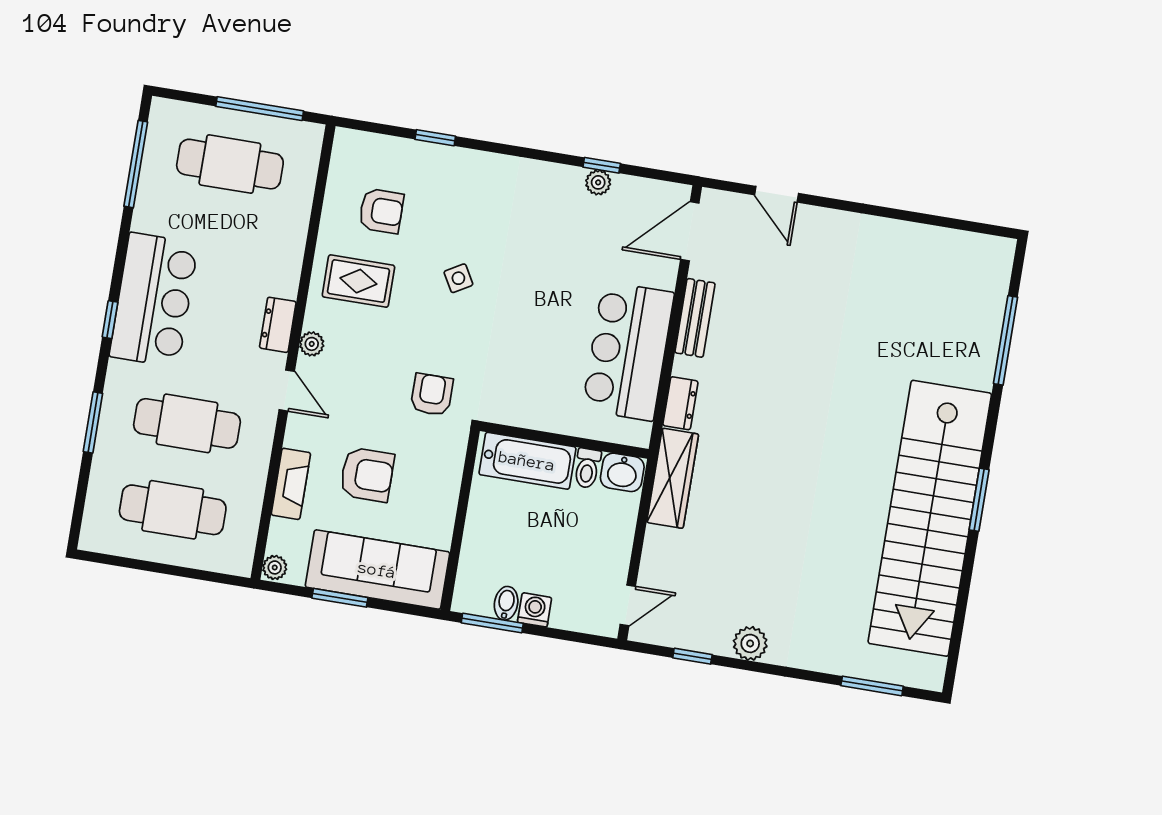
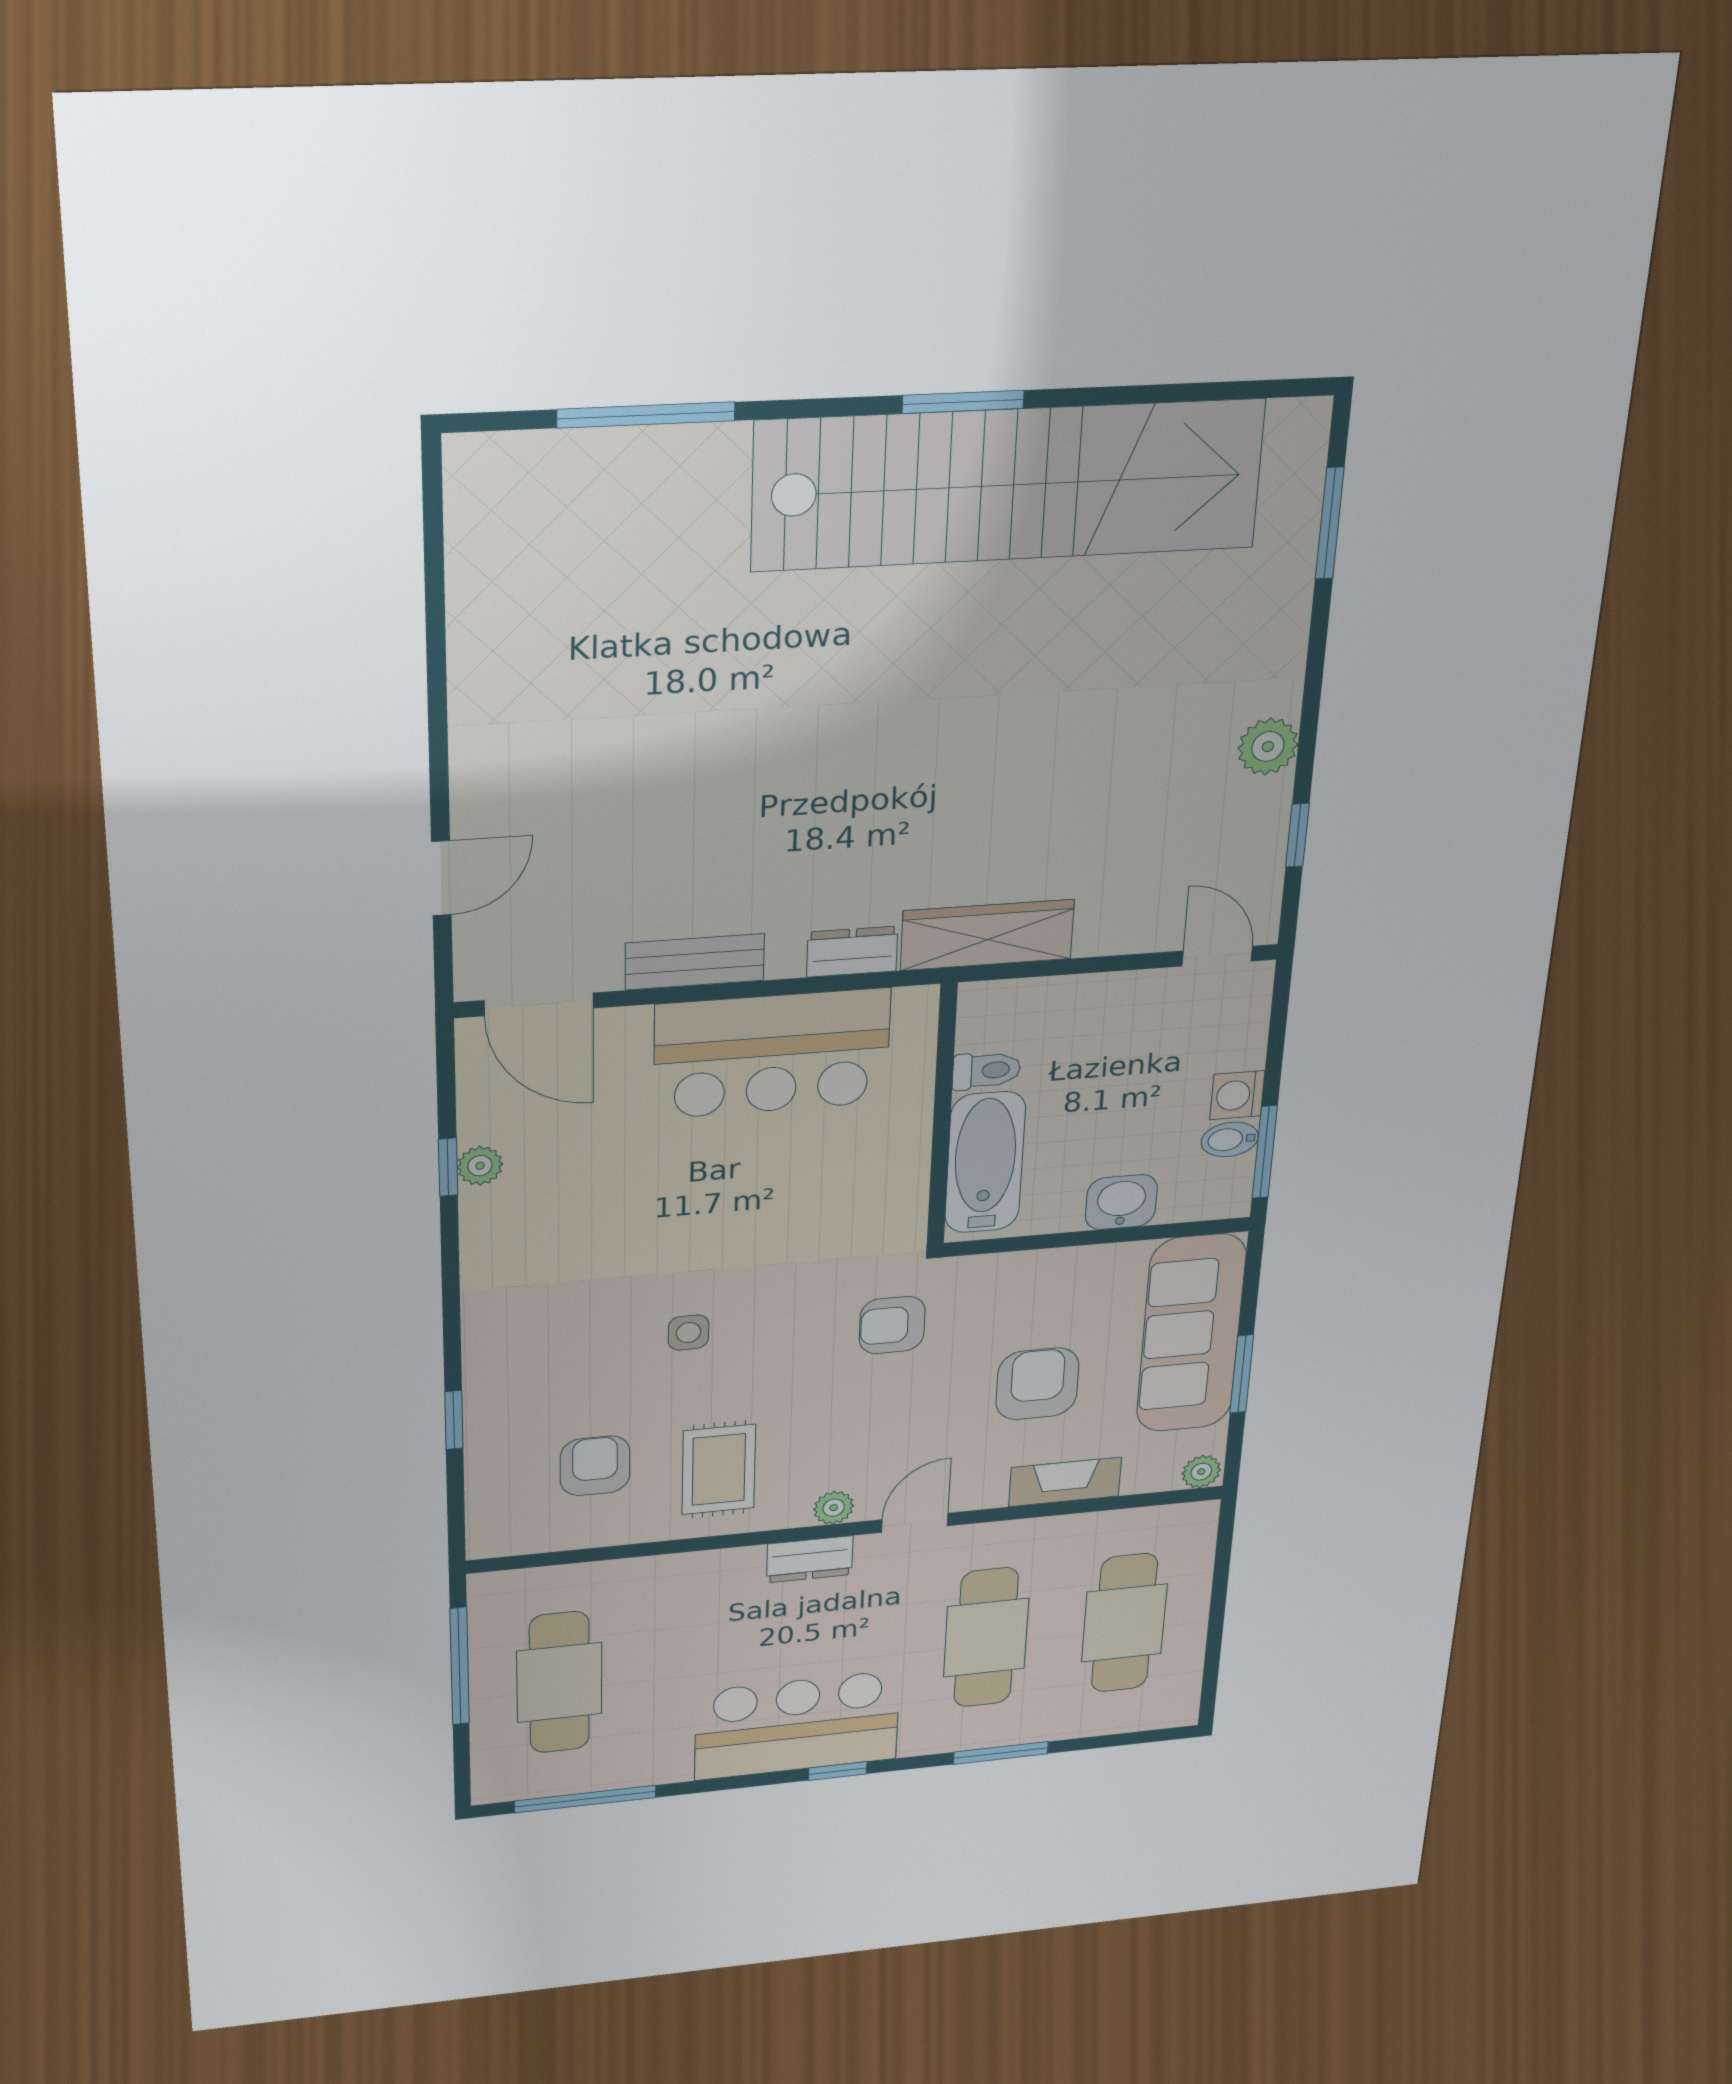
side table: (458, 278) -> (688, 1333), turned 30
washbasin: (622, 472) -> (1121, 1202), moved, turned -90

